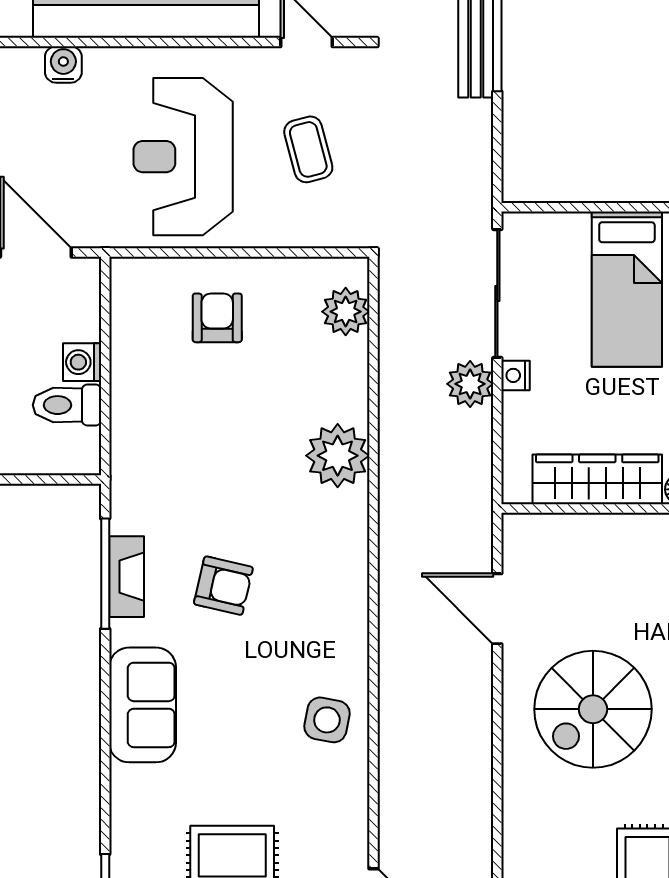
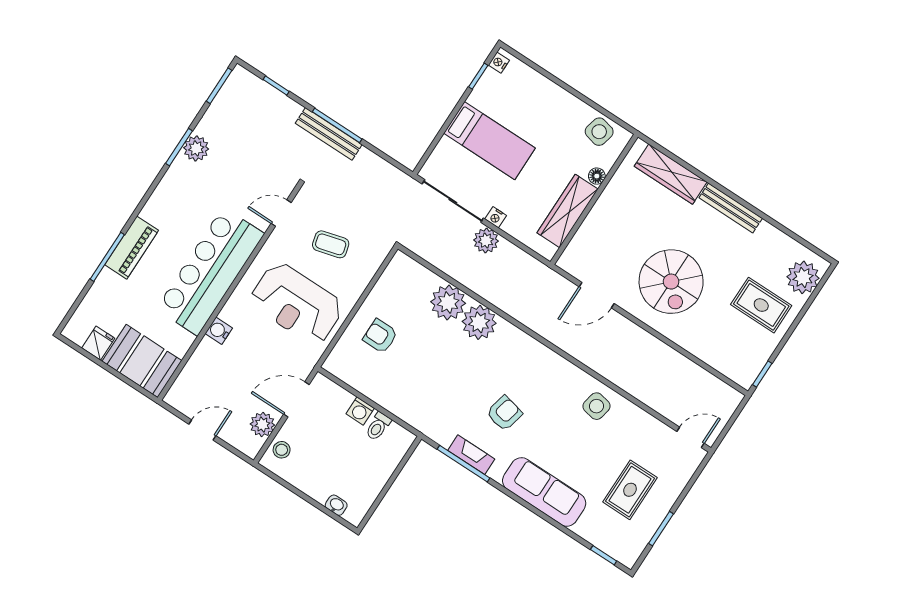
plant: (346, 312) -> (448, 303), moved, width x1.36, depth x1.36
toilet: (67, 405) -> (378, 426), width x0.73, depth x0.72
sofa: (143, 705) -> (544, 492), width x1.36

